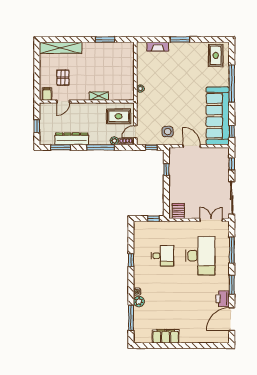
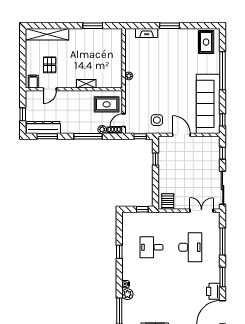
dresser: (72, 139) -> (43, 128), moved
desk: (162, 256) -> (151, 247), turned 180
desk: (200, 256) -> (190, 247), width x0.73, depth x0.77

